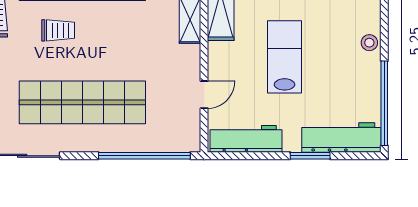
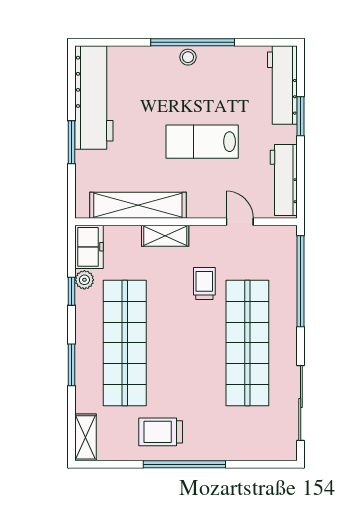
trolley: (58, 30) -> (204, 284), moved
window: (384, 103) -> (193, 42), moved

